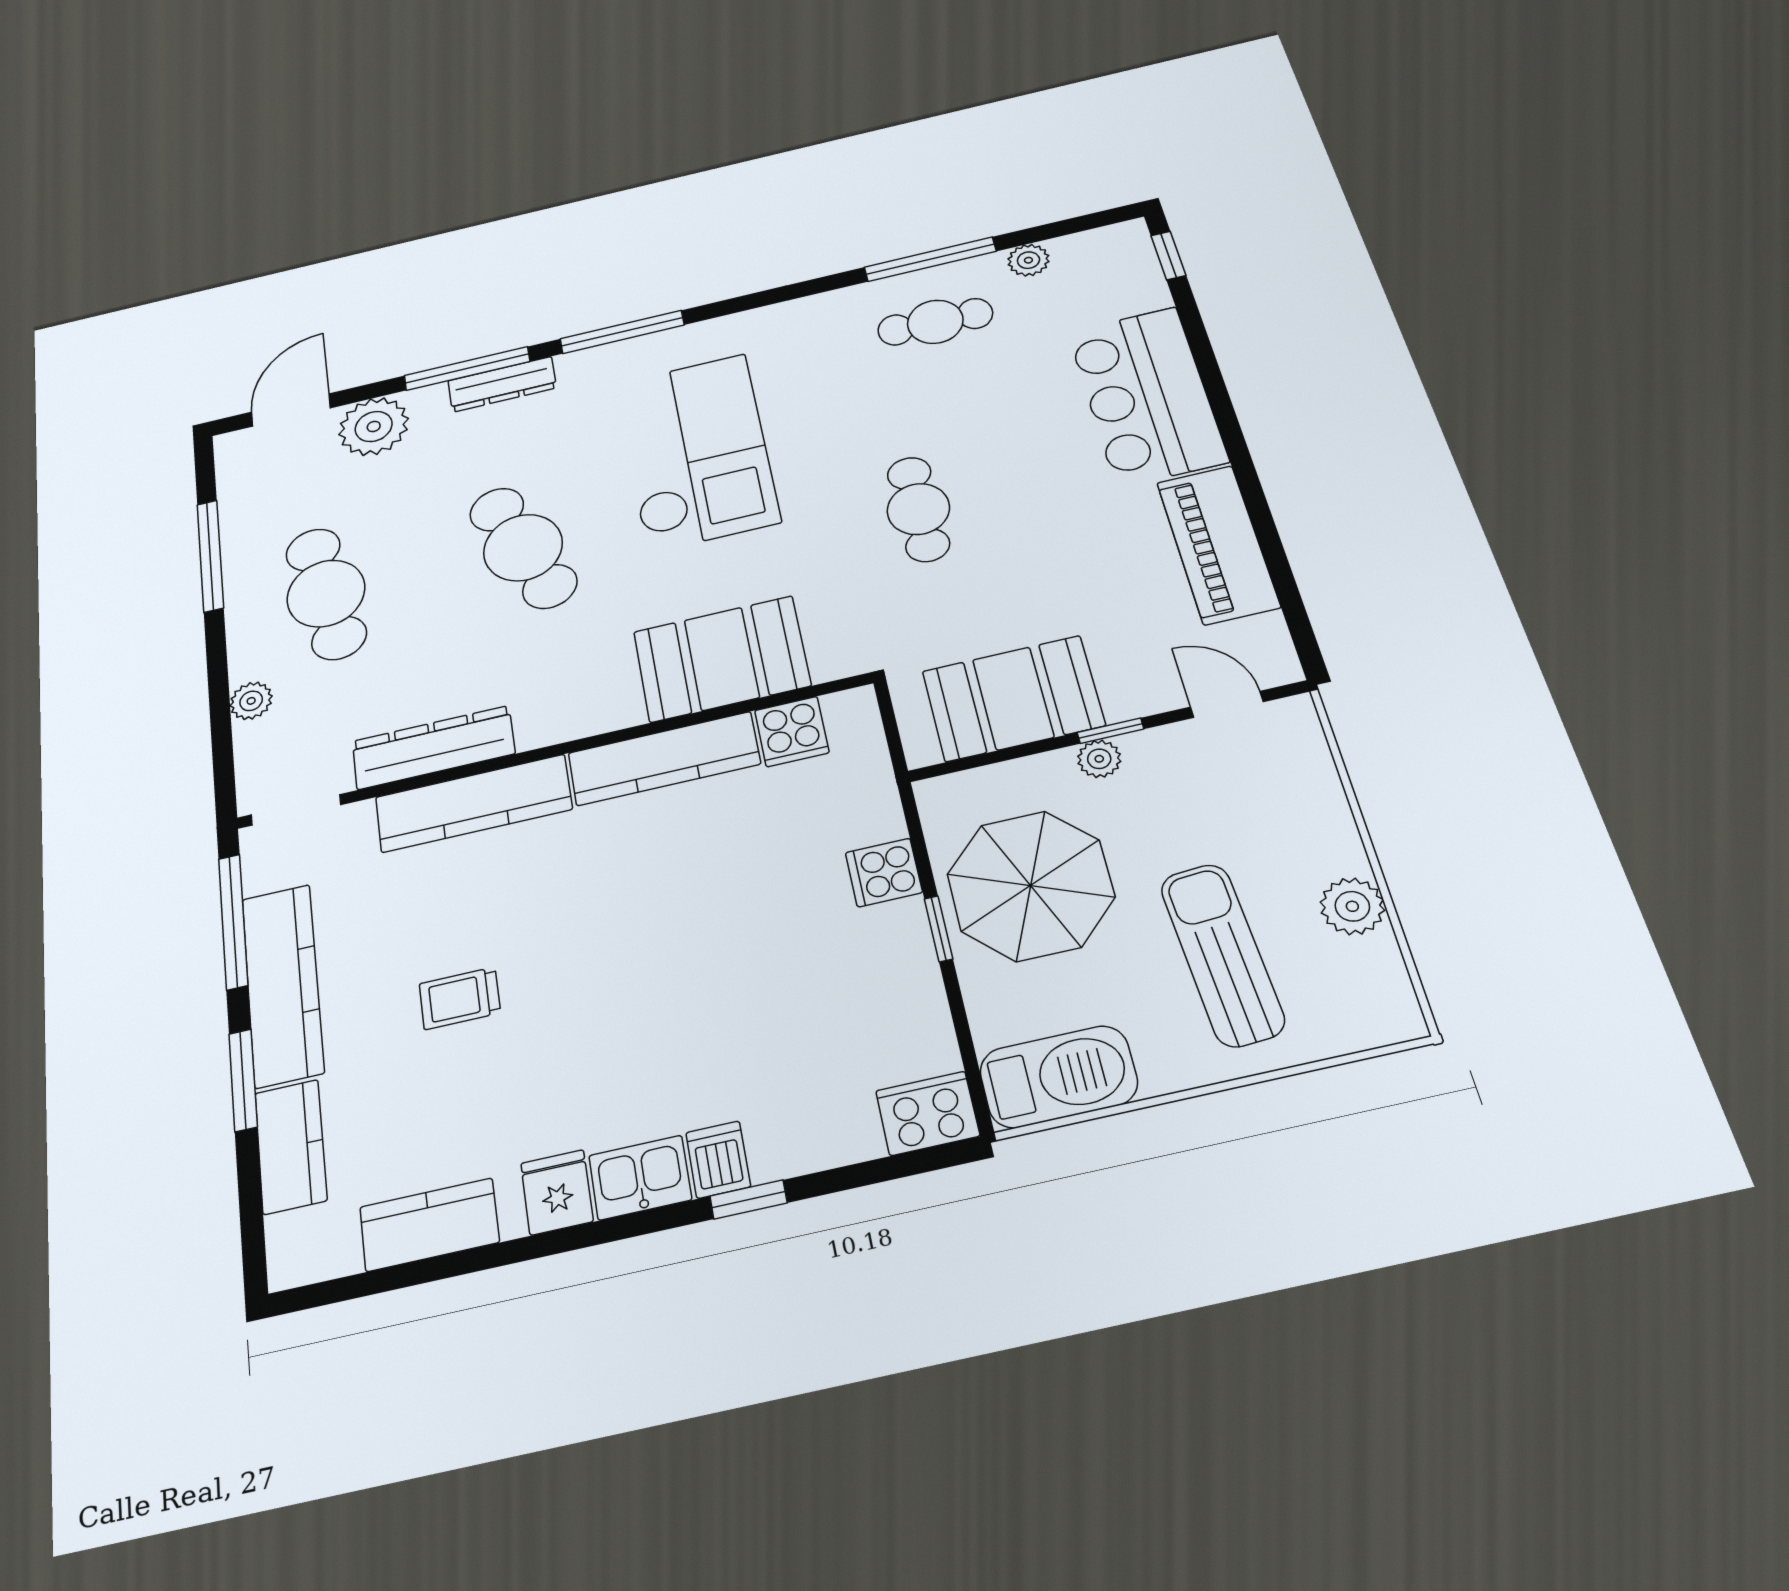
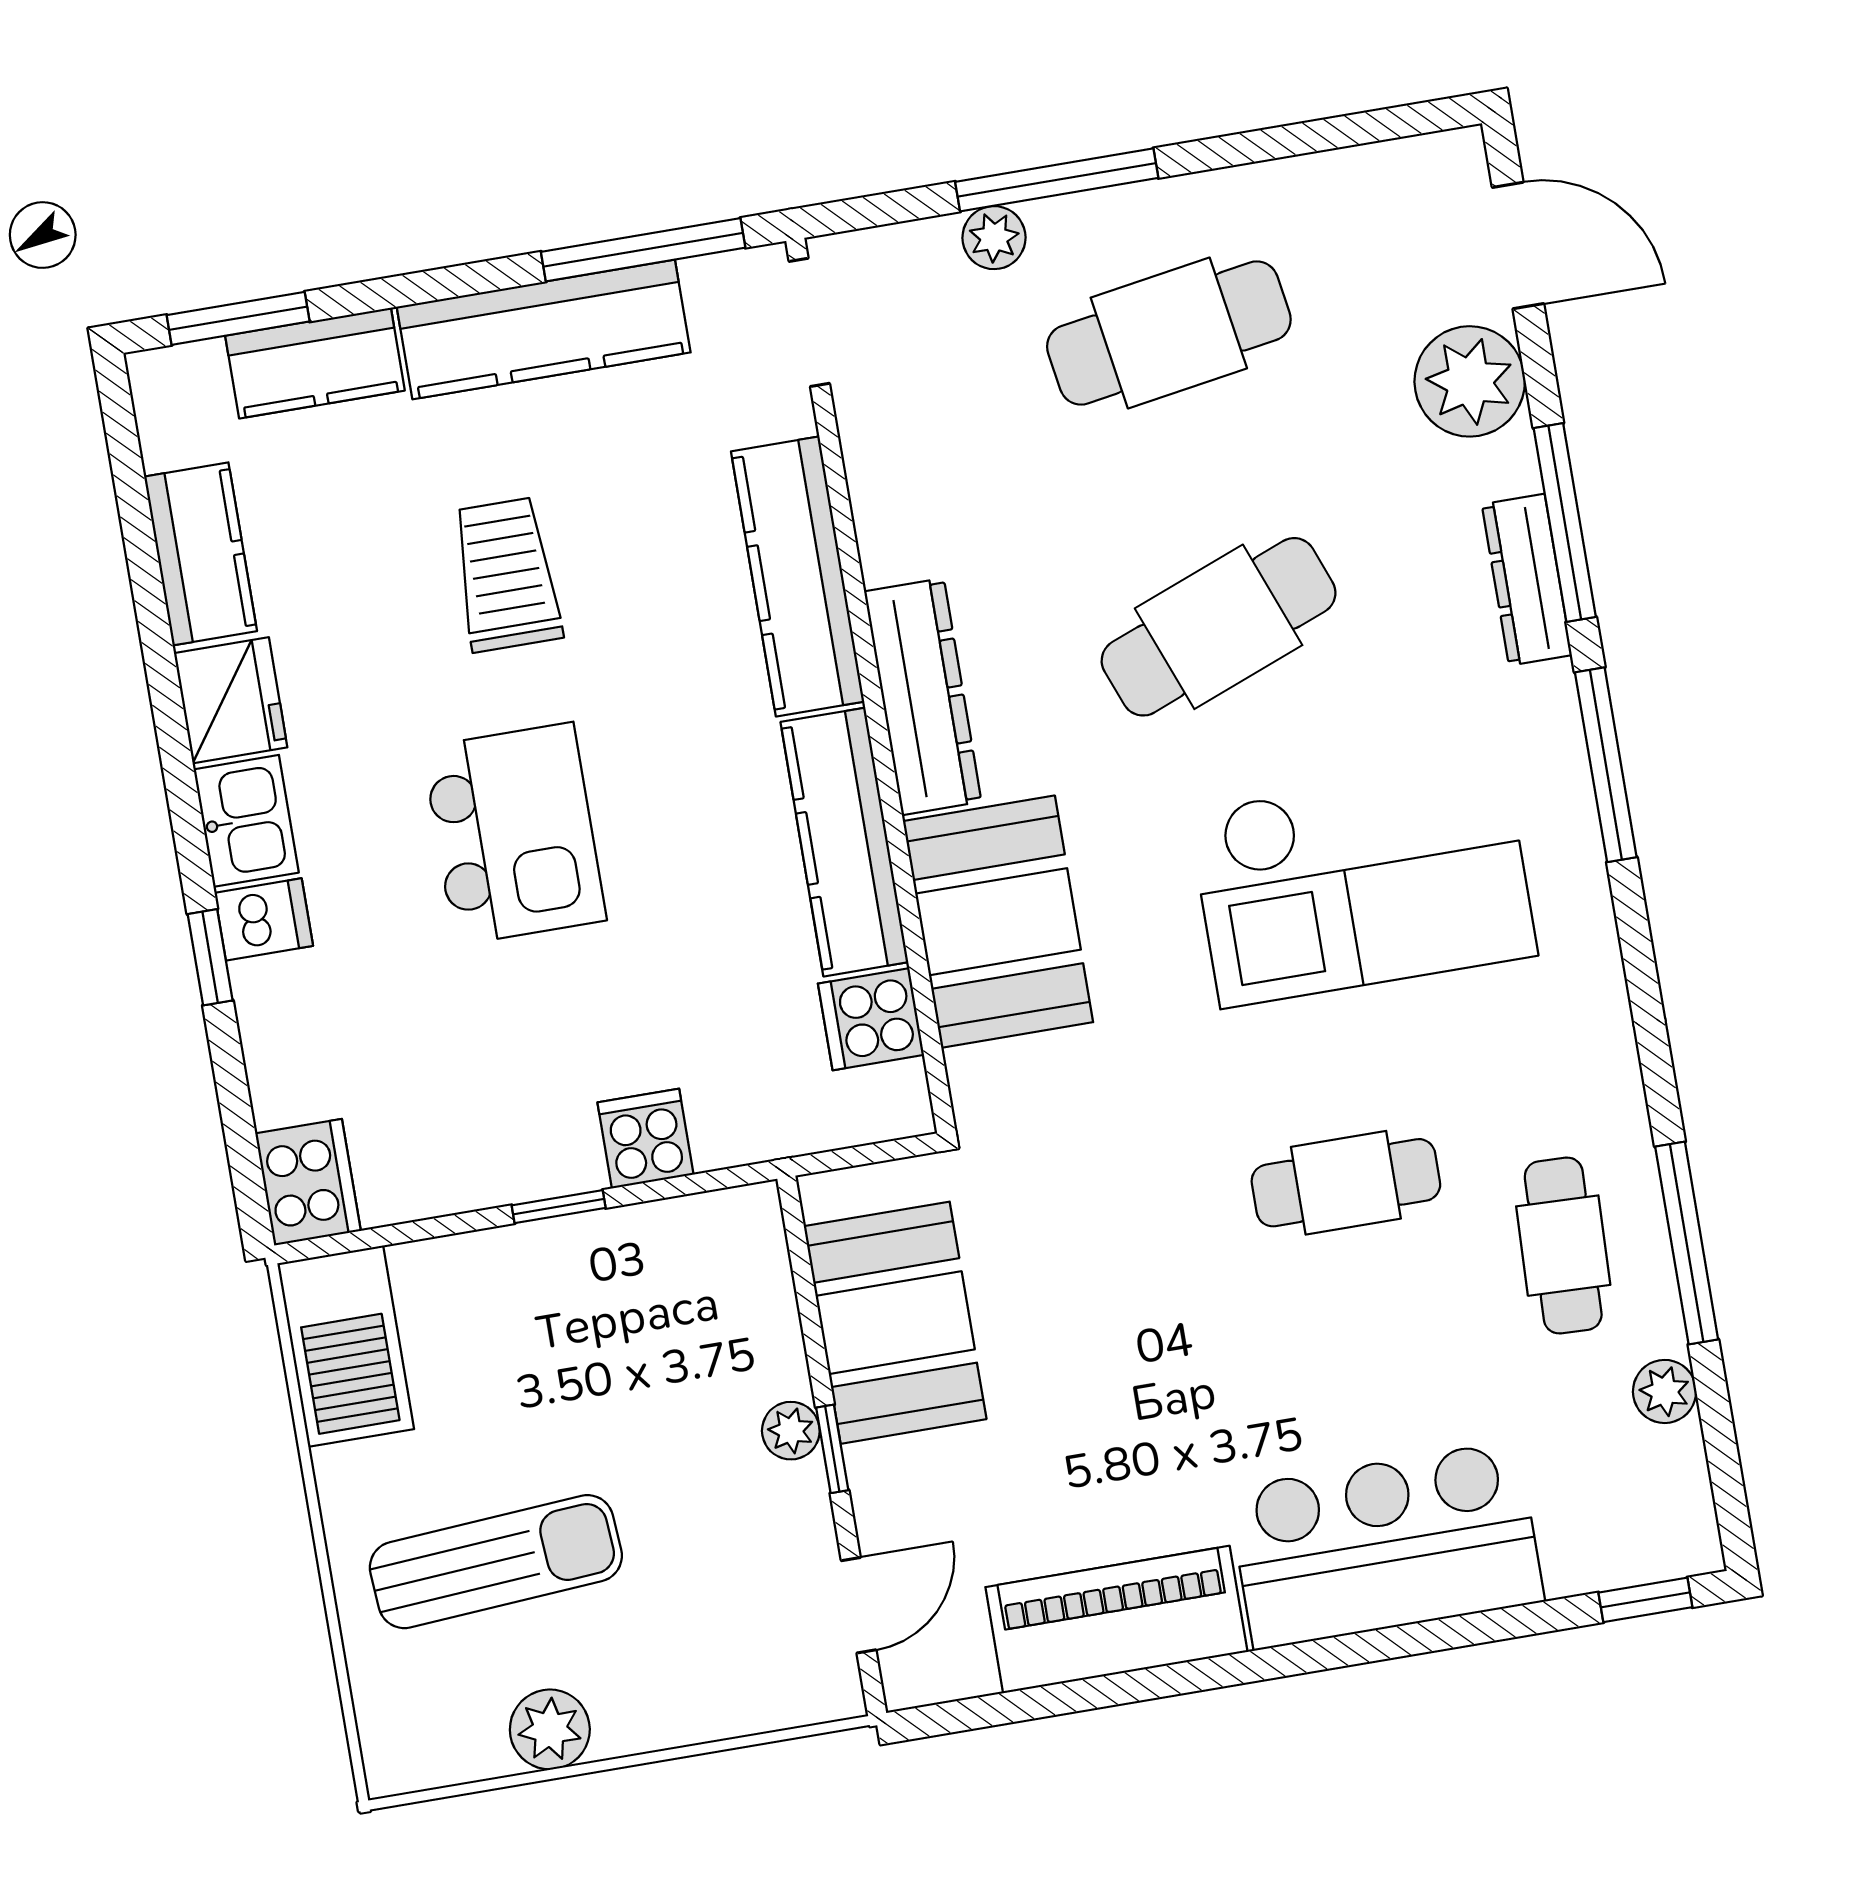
cafe table: (918, 509) -> (1346, 1183), moved
window: (210, 556) -> (1057, 180), moved
dresser: (433, 747) -> (923, 697), moved
parasol: (1031, 886) -> (611, 1328), removed
kitchen island: (654, 980) -> (514, 834), added
trolley: (460, 998) -> (506, 575), width x1.36, depth x1.39
window: (243, 1080) -> (238, 318), moved
fridge: (557, 1192) -> (231, 700), width x1.38

